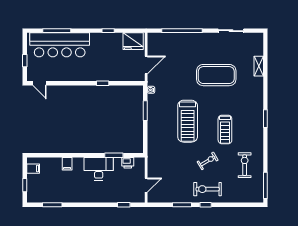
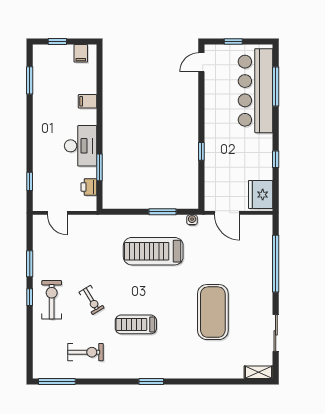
shelving: (259, 66) -> (259, 372), moved
treadmill: (188, 121) -> (153, 251), moved

